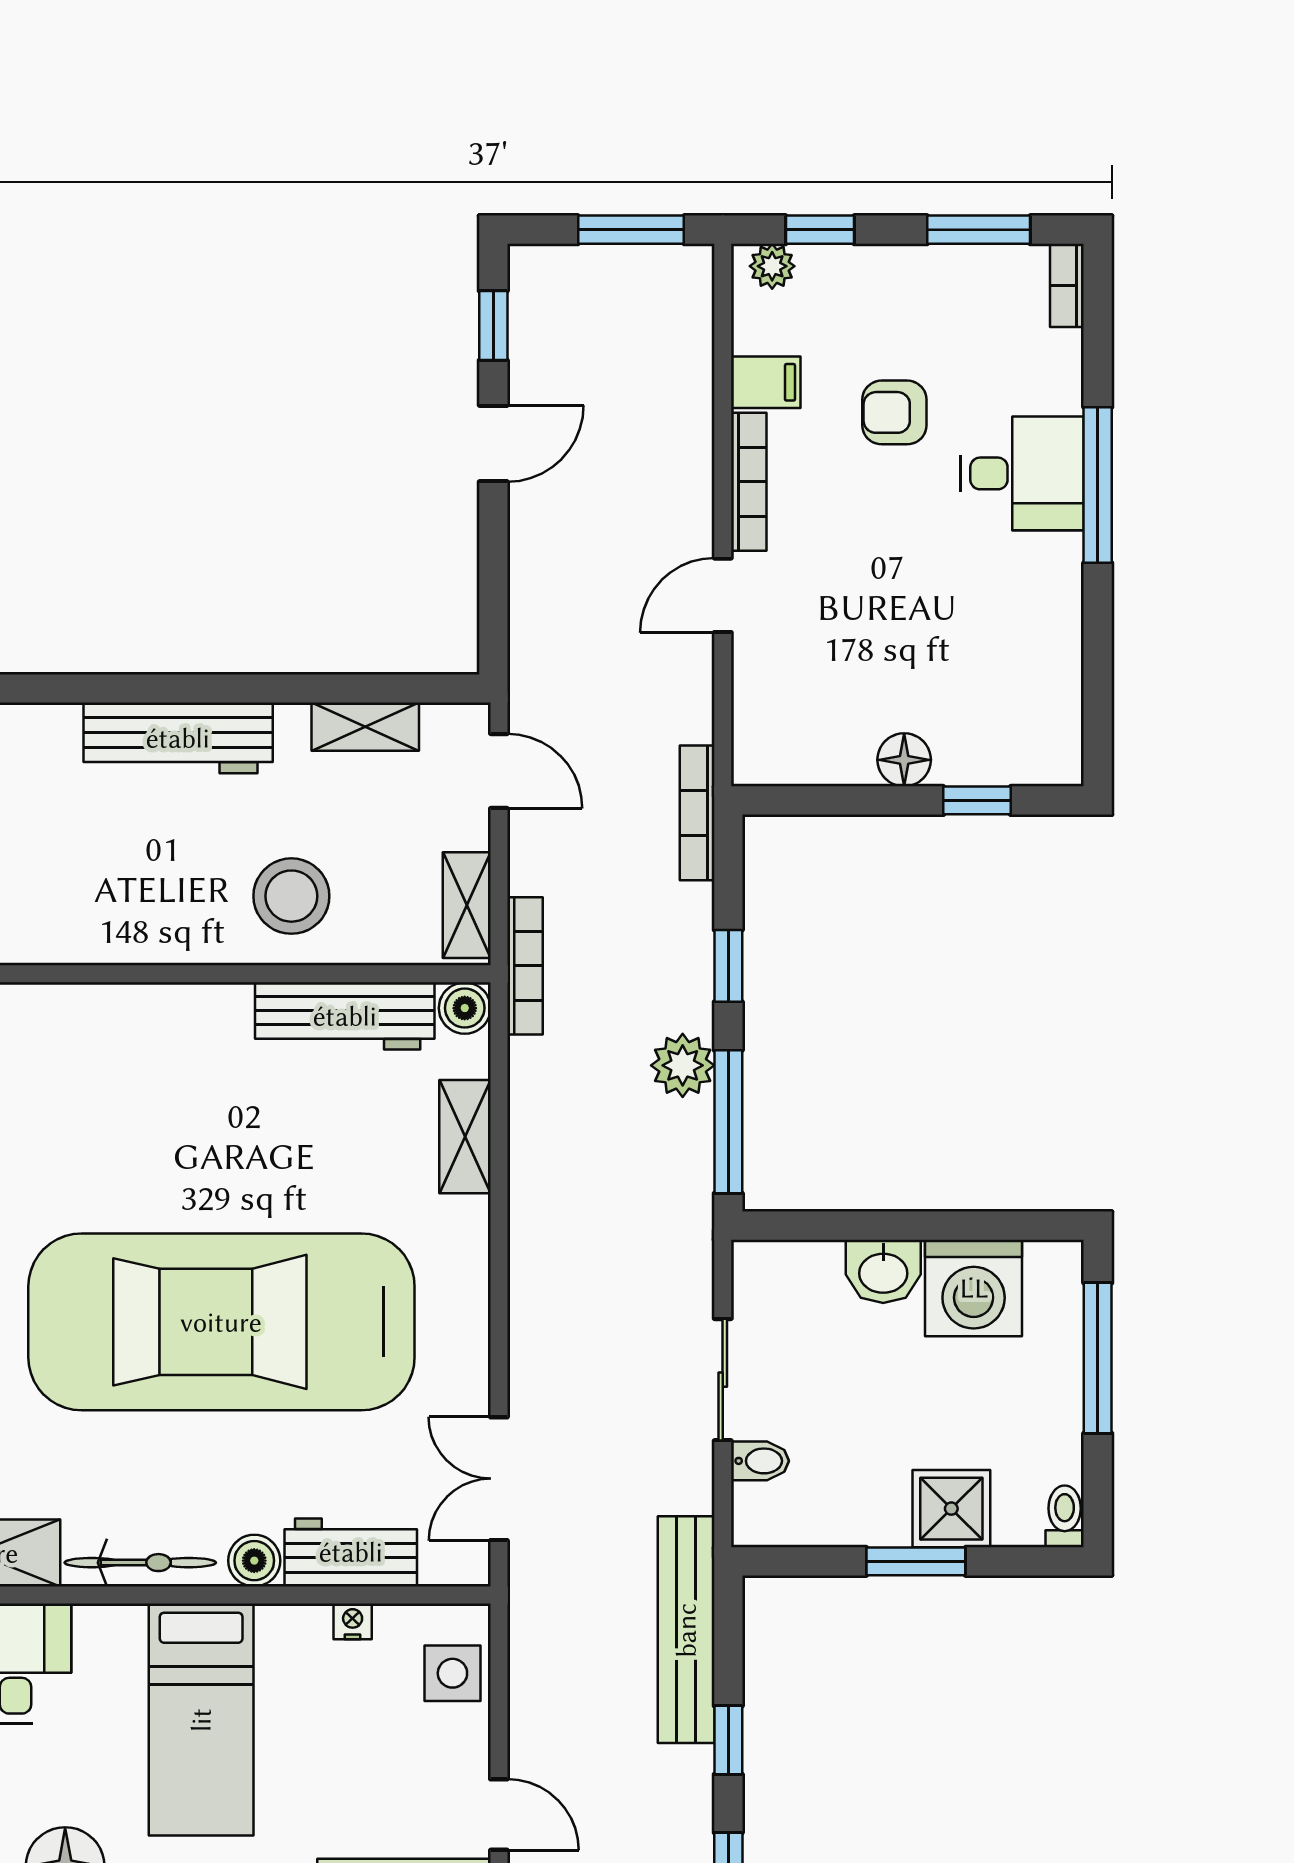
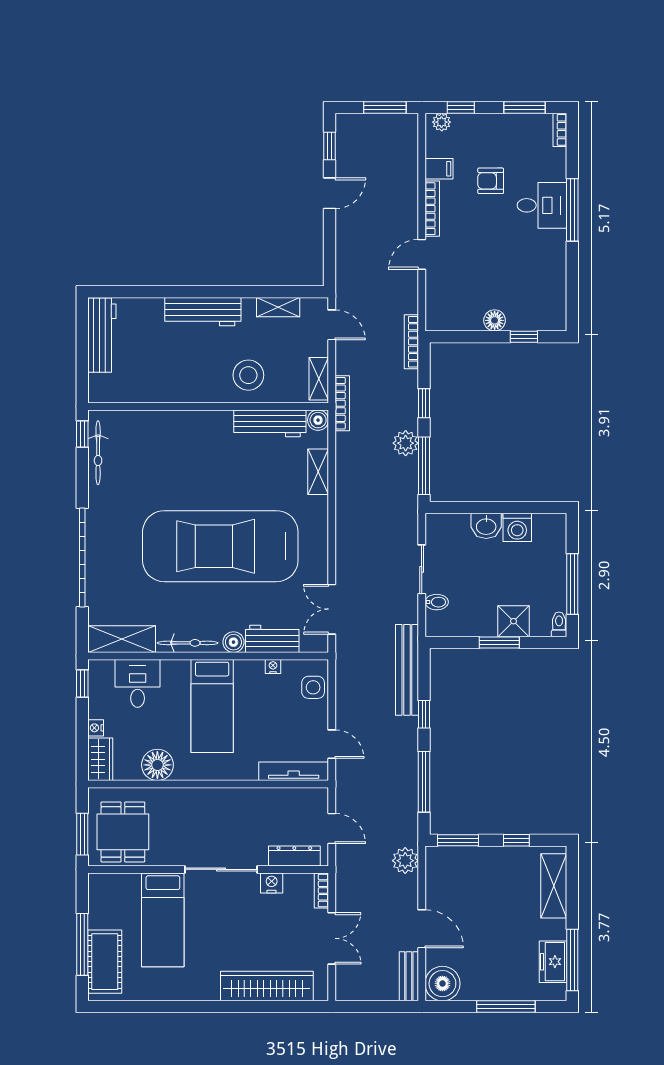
washing machine: (974, 1288) -> (517, 527), width x0.73, depth x0.73
window: (1098, 1358) -> (572, 584), moved

